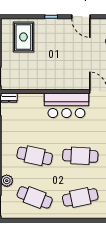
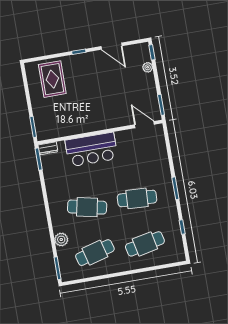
bar counter: (66, 105) -> (91, 149), moved
cafe table: (35, 197) -> (95, 253), turned -36

